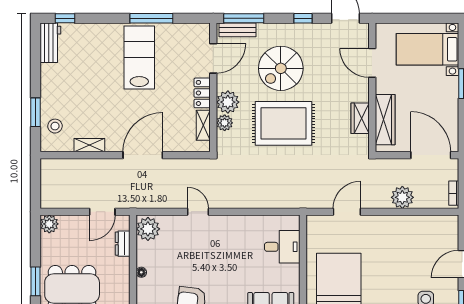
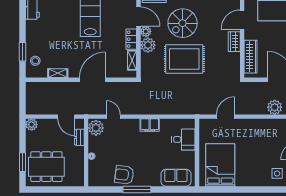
door: (213, 58) -> (139, 17), hinge flipped
door: (372, 63) -> (242, 20), hinge flipped
wardrobe: (360, 118) -> (234, 42), moved
plant: (225, 123) -> (146, 32), moved
plant: (402, 197) -> (275, 107), moved
door: (102, 212) -> (66, 117), hinge flipped
door: (198, 212) -> (113, 117), moved
filing cabinet: (230, 225) -> (150, 125), added

